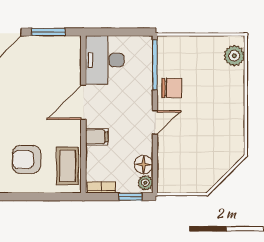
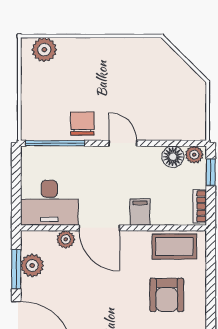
plant: (51, 45) -> (32, 265), added
plant: (74, 74) -> (66, 239), added

